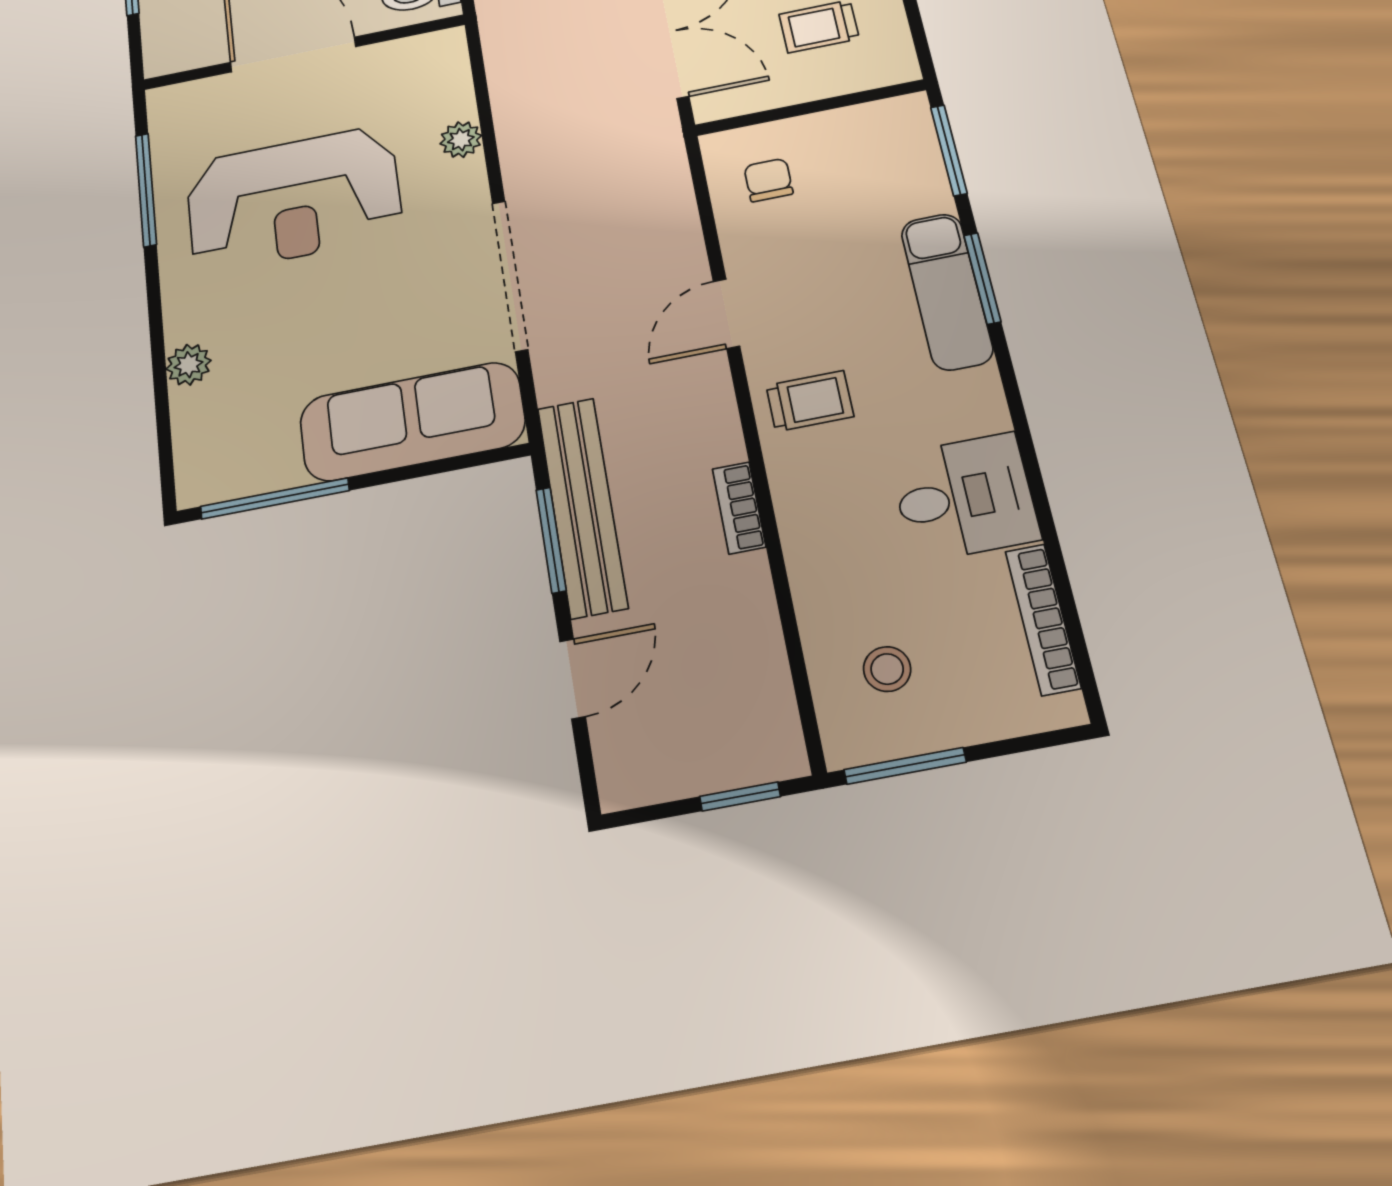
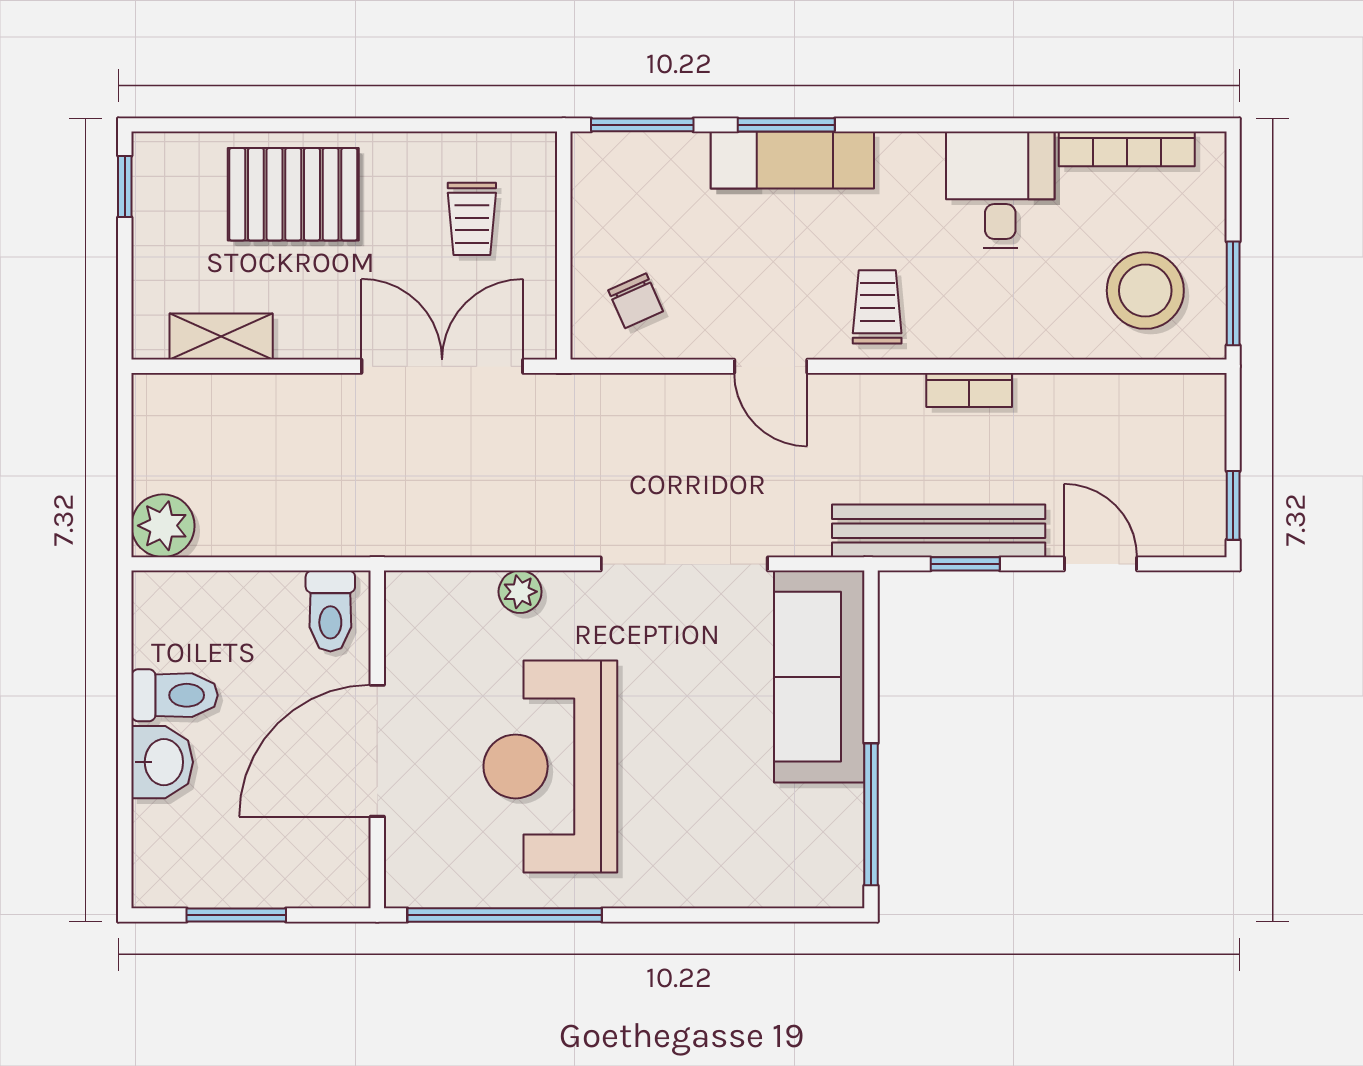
chair: (768, 180) -> (636, 301), turned -114
window: (146, 190) -> (505, 915), width x1.46
reception desk: (293, 199) -> (550, 766), turned 180
plant: (189, 365) -> (713, 886), removed
window: (551, 540) -> (965, 564), width x0.67
stool: (887, 669) -> (1145, 291), width x1.89, depth x1.89
window: (740, 796) -> (1233, 505), moved

